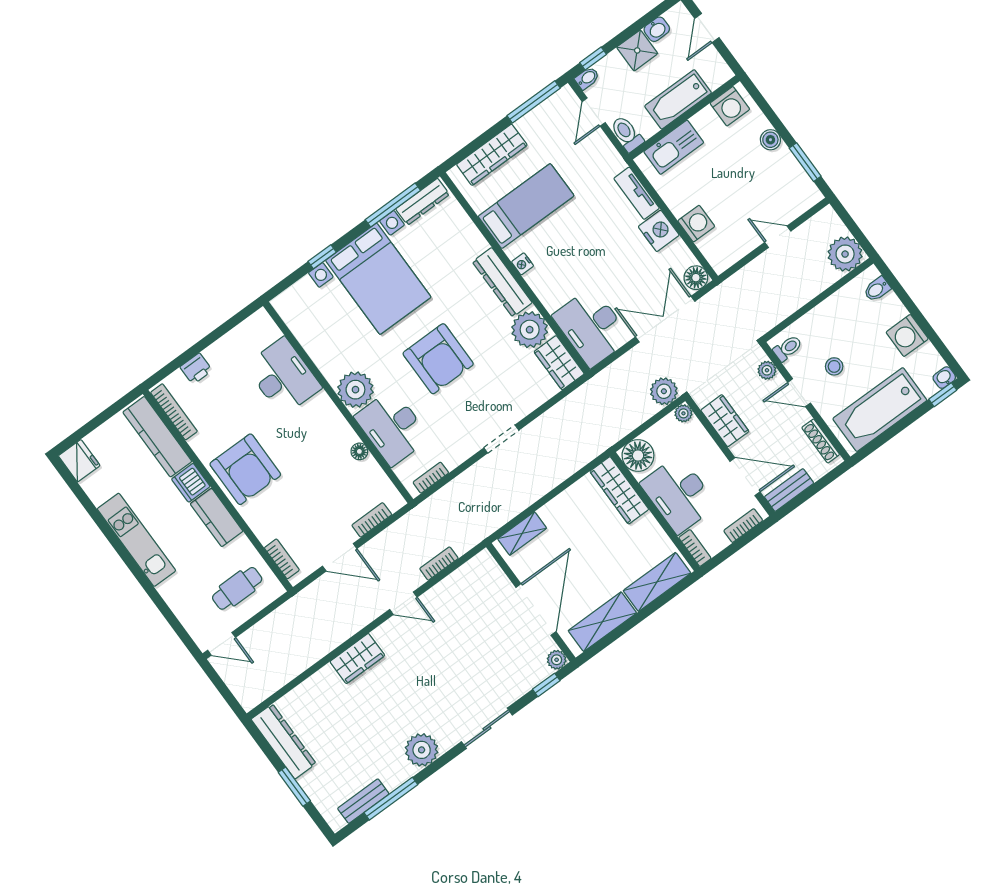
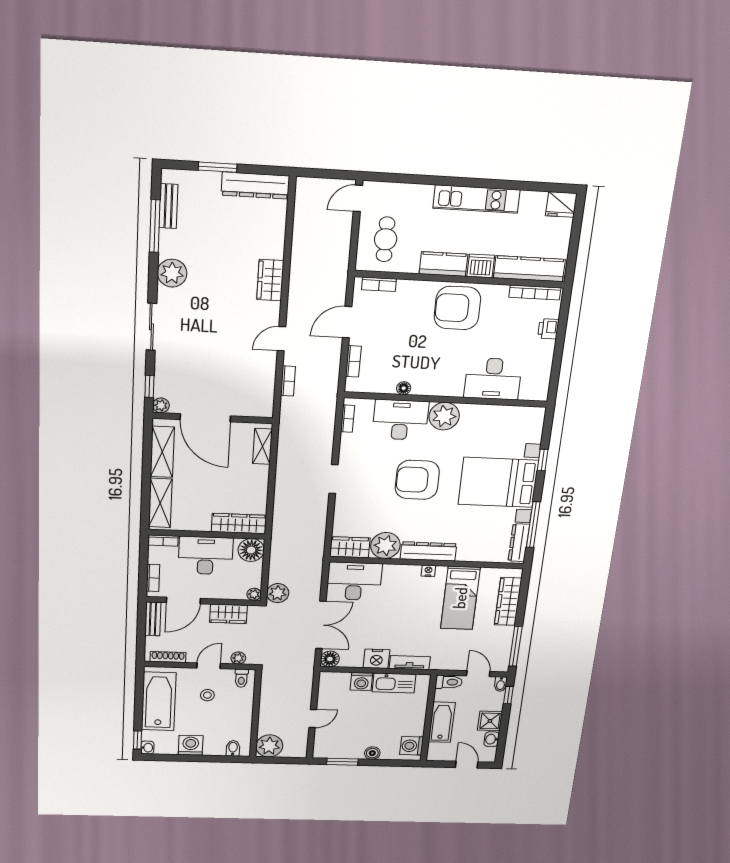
kitchen sink: (674, 147) -> (394, 683), moved, turned -90

